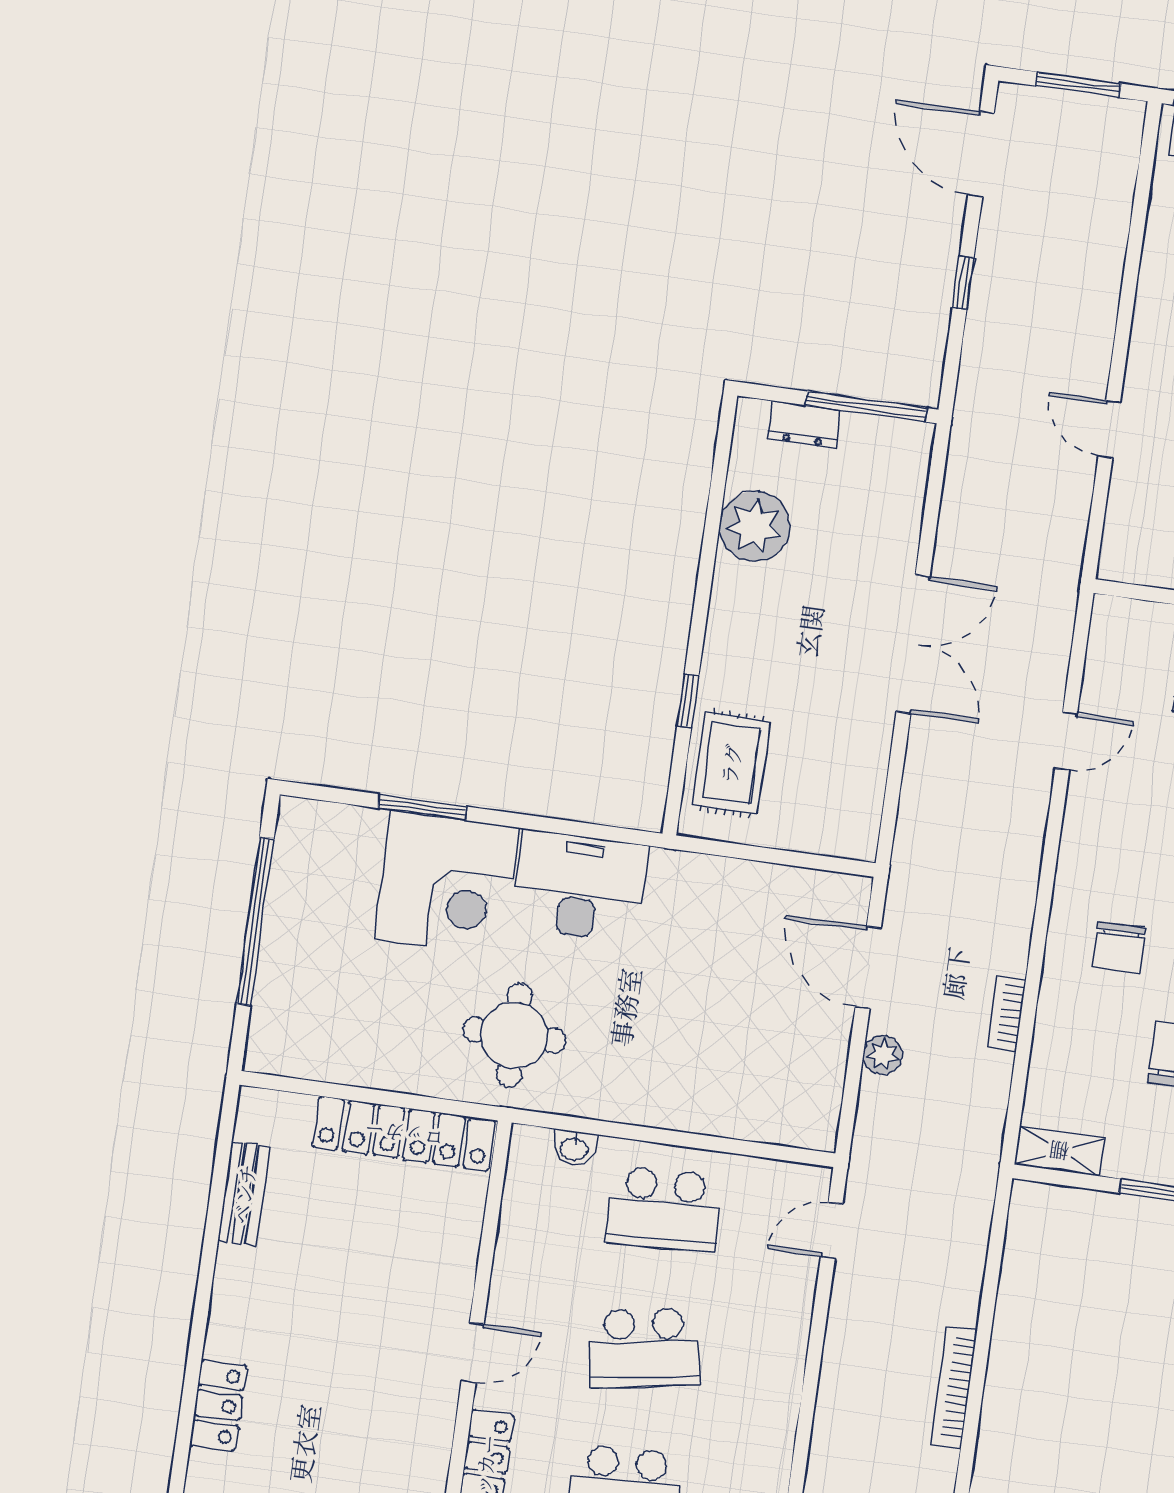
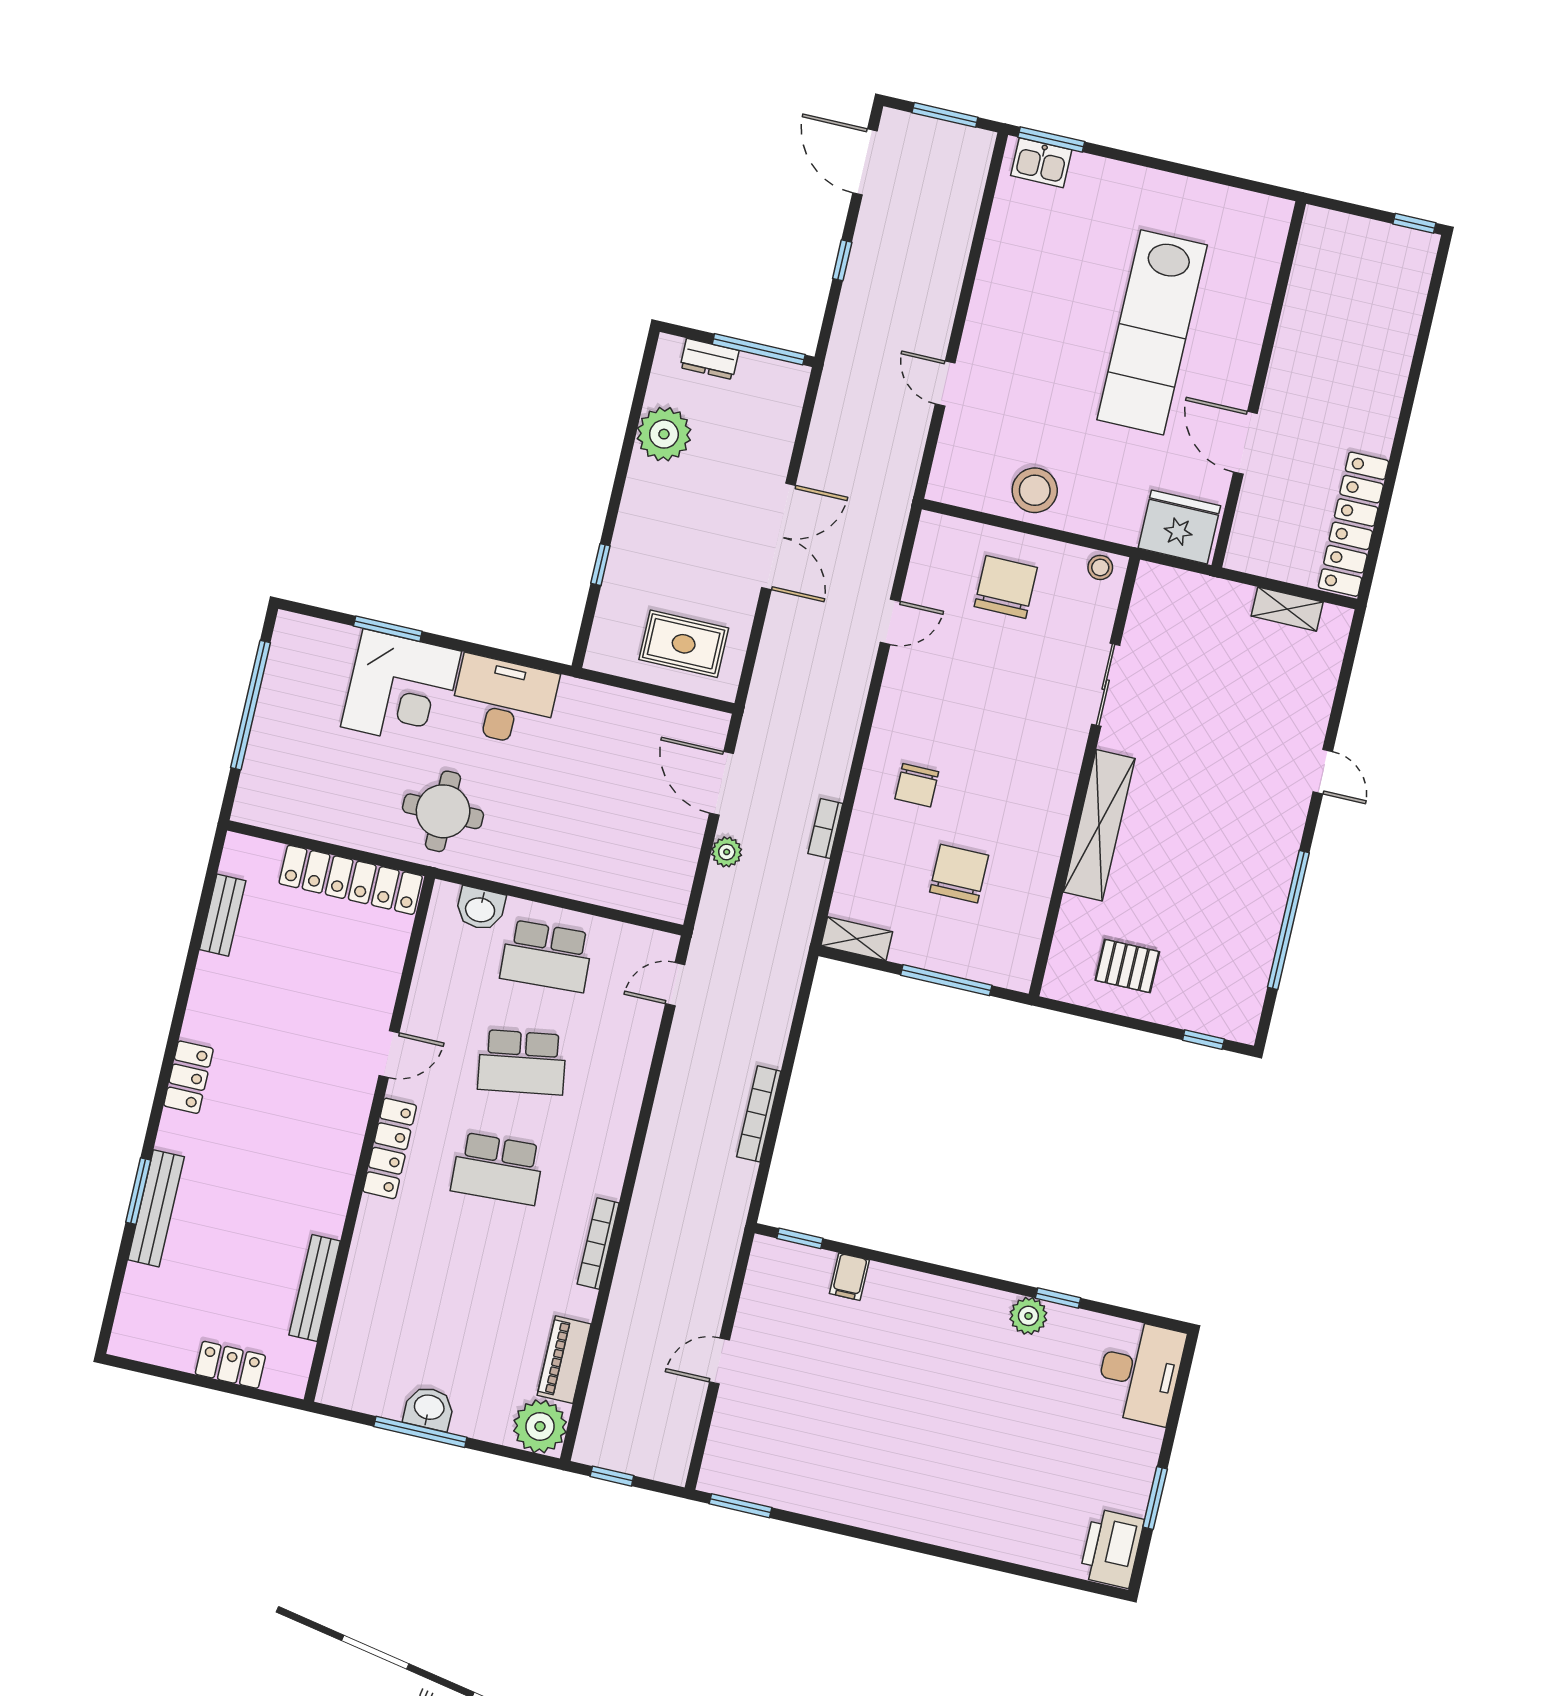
rug: (731, 764) -> (684, 644), moved, turned 90
washbasin: (574, 1148) -> (480, 909), width x1.38, depth x1.45

